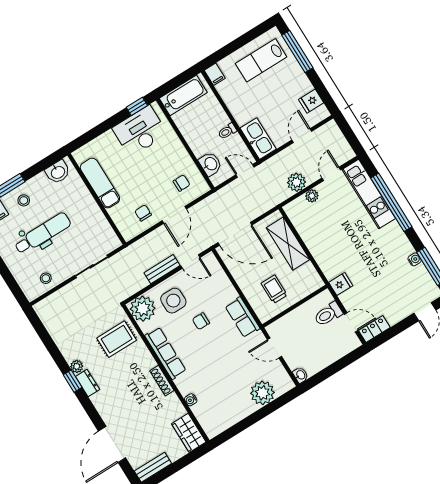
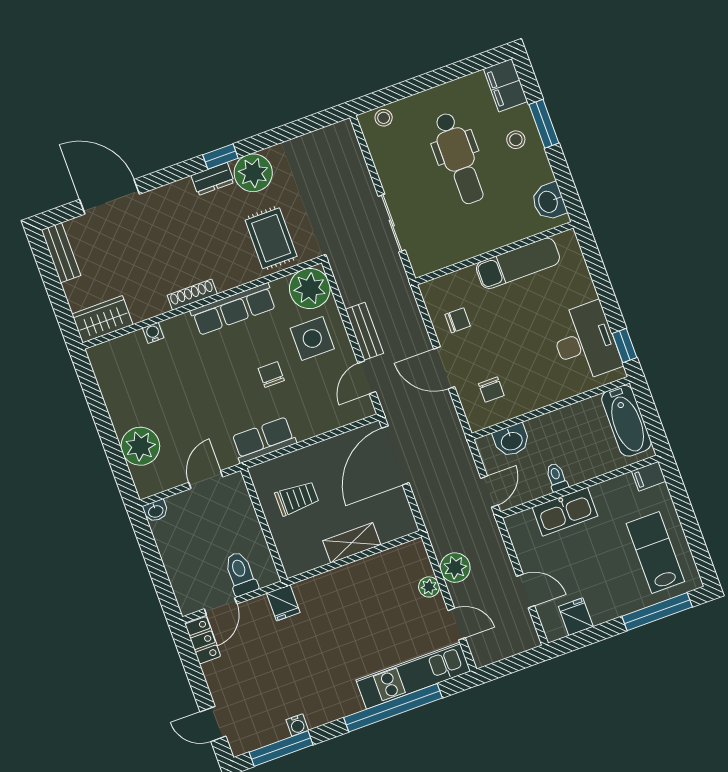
kitchen sink: (258, 139) -> (565, 512), moved
shelving: (288, 244) -> (352, 543), width x0.67, depth x0.75
stool: (46, 278) -> (384, 118), moved
plant: (77, 366) -> (253, 173), width x1.88, depth x1.88

